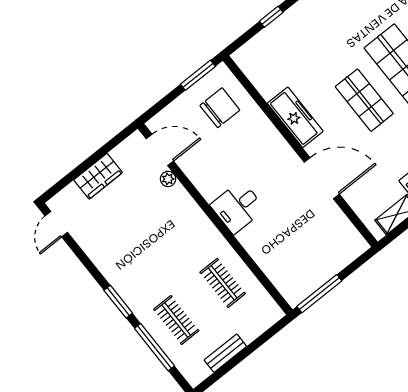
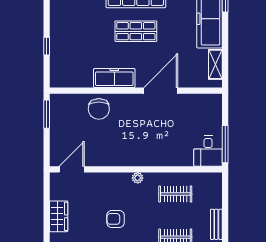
chair: (220, 108) -> (99, 109), moved, turned 180
plant: (168, 179) -> (138, 178), moved
desk: (238, 207) -> (208, 151), moved
armchair: (144, 240) -> (115, 219), added

